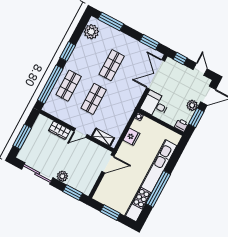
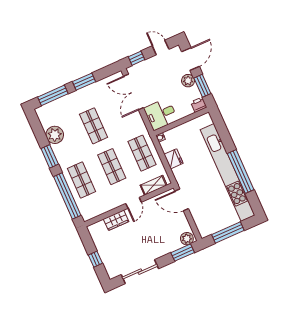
plant: (91, 32) -> (55, 135), moved
window: (149, 42) -> (84, 82), moved
shop shelf: (119, 112) -> (142, 153), added
window: (22, 137) -> (95, 259), width x0.46
door: (108, 164) -> (182, 200), swing flipped
plant: (62, 176) -> (187, 239), moved
window: (110, 212) -> (228, 232), width x1.44

